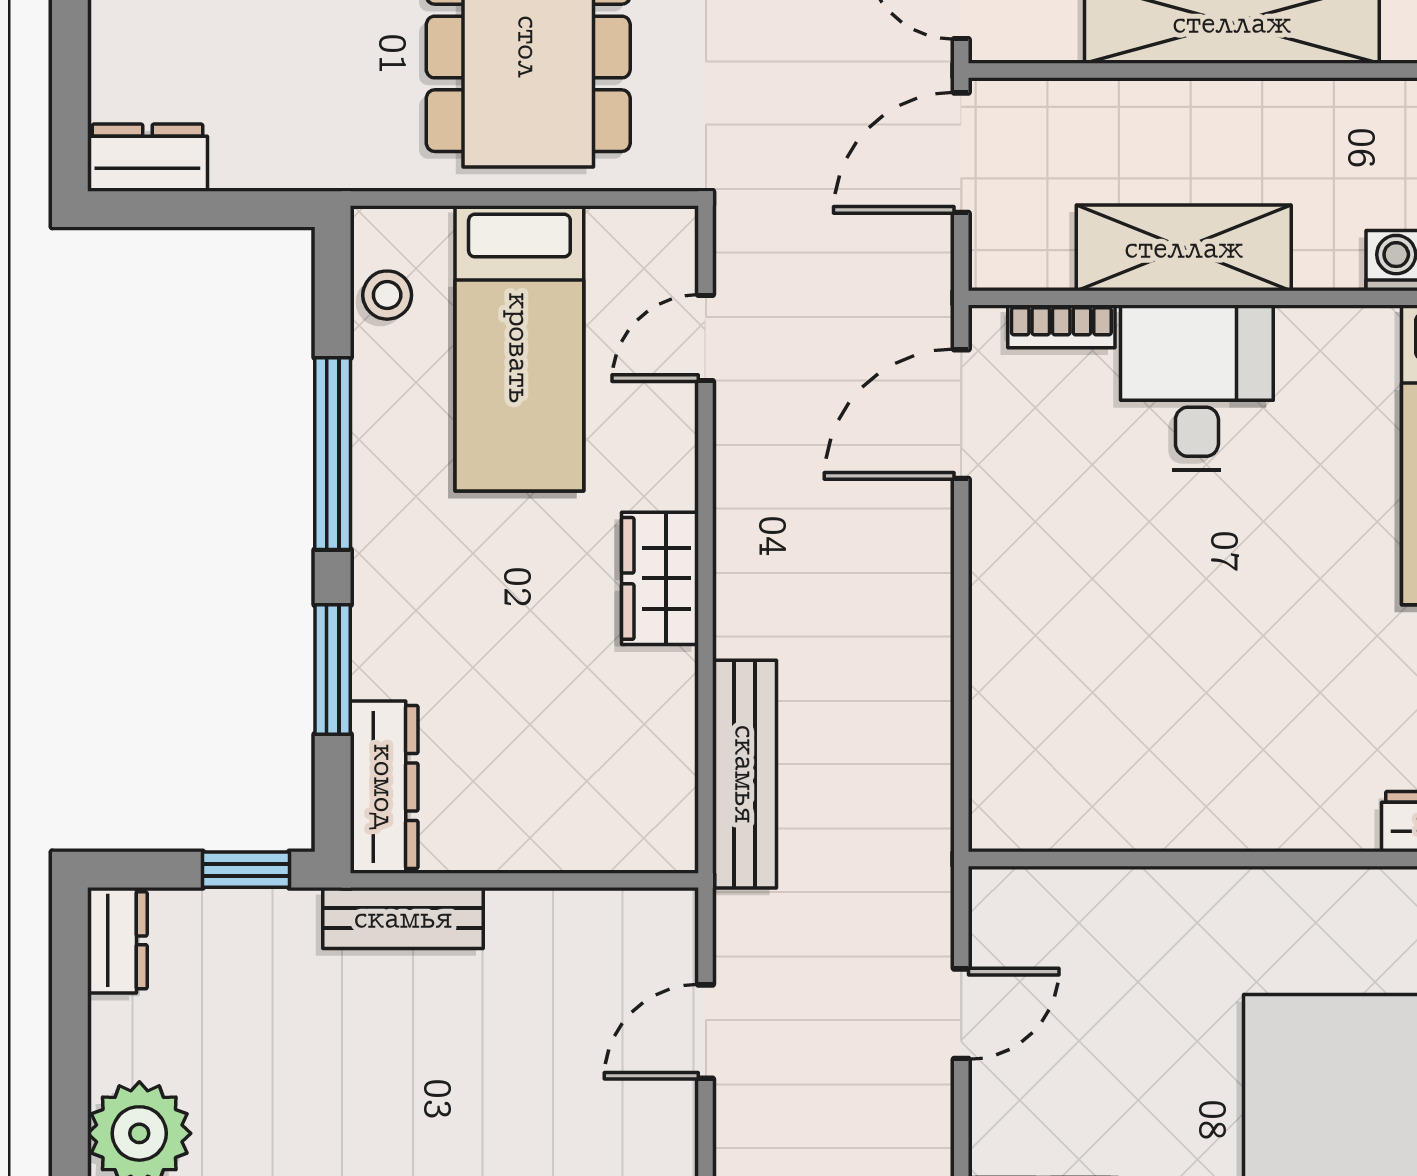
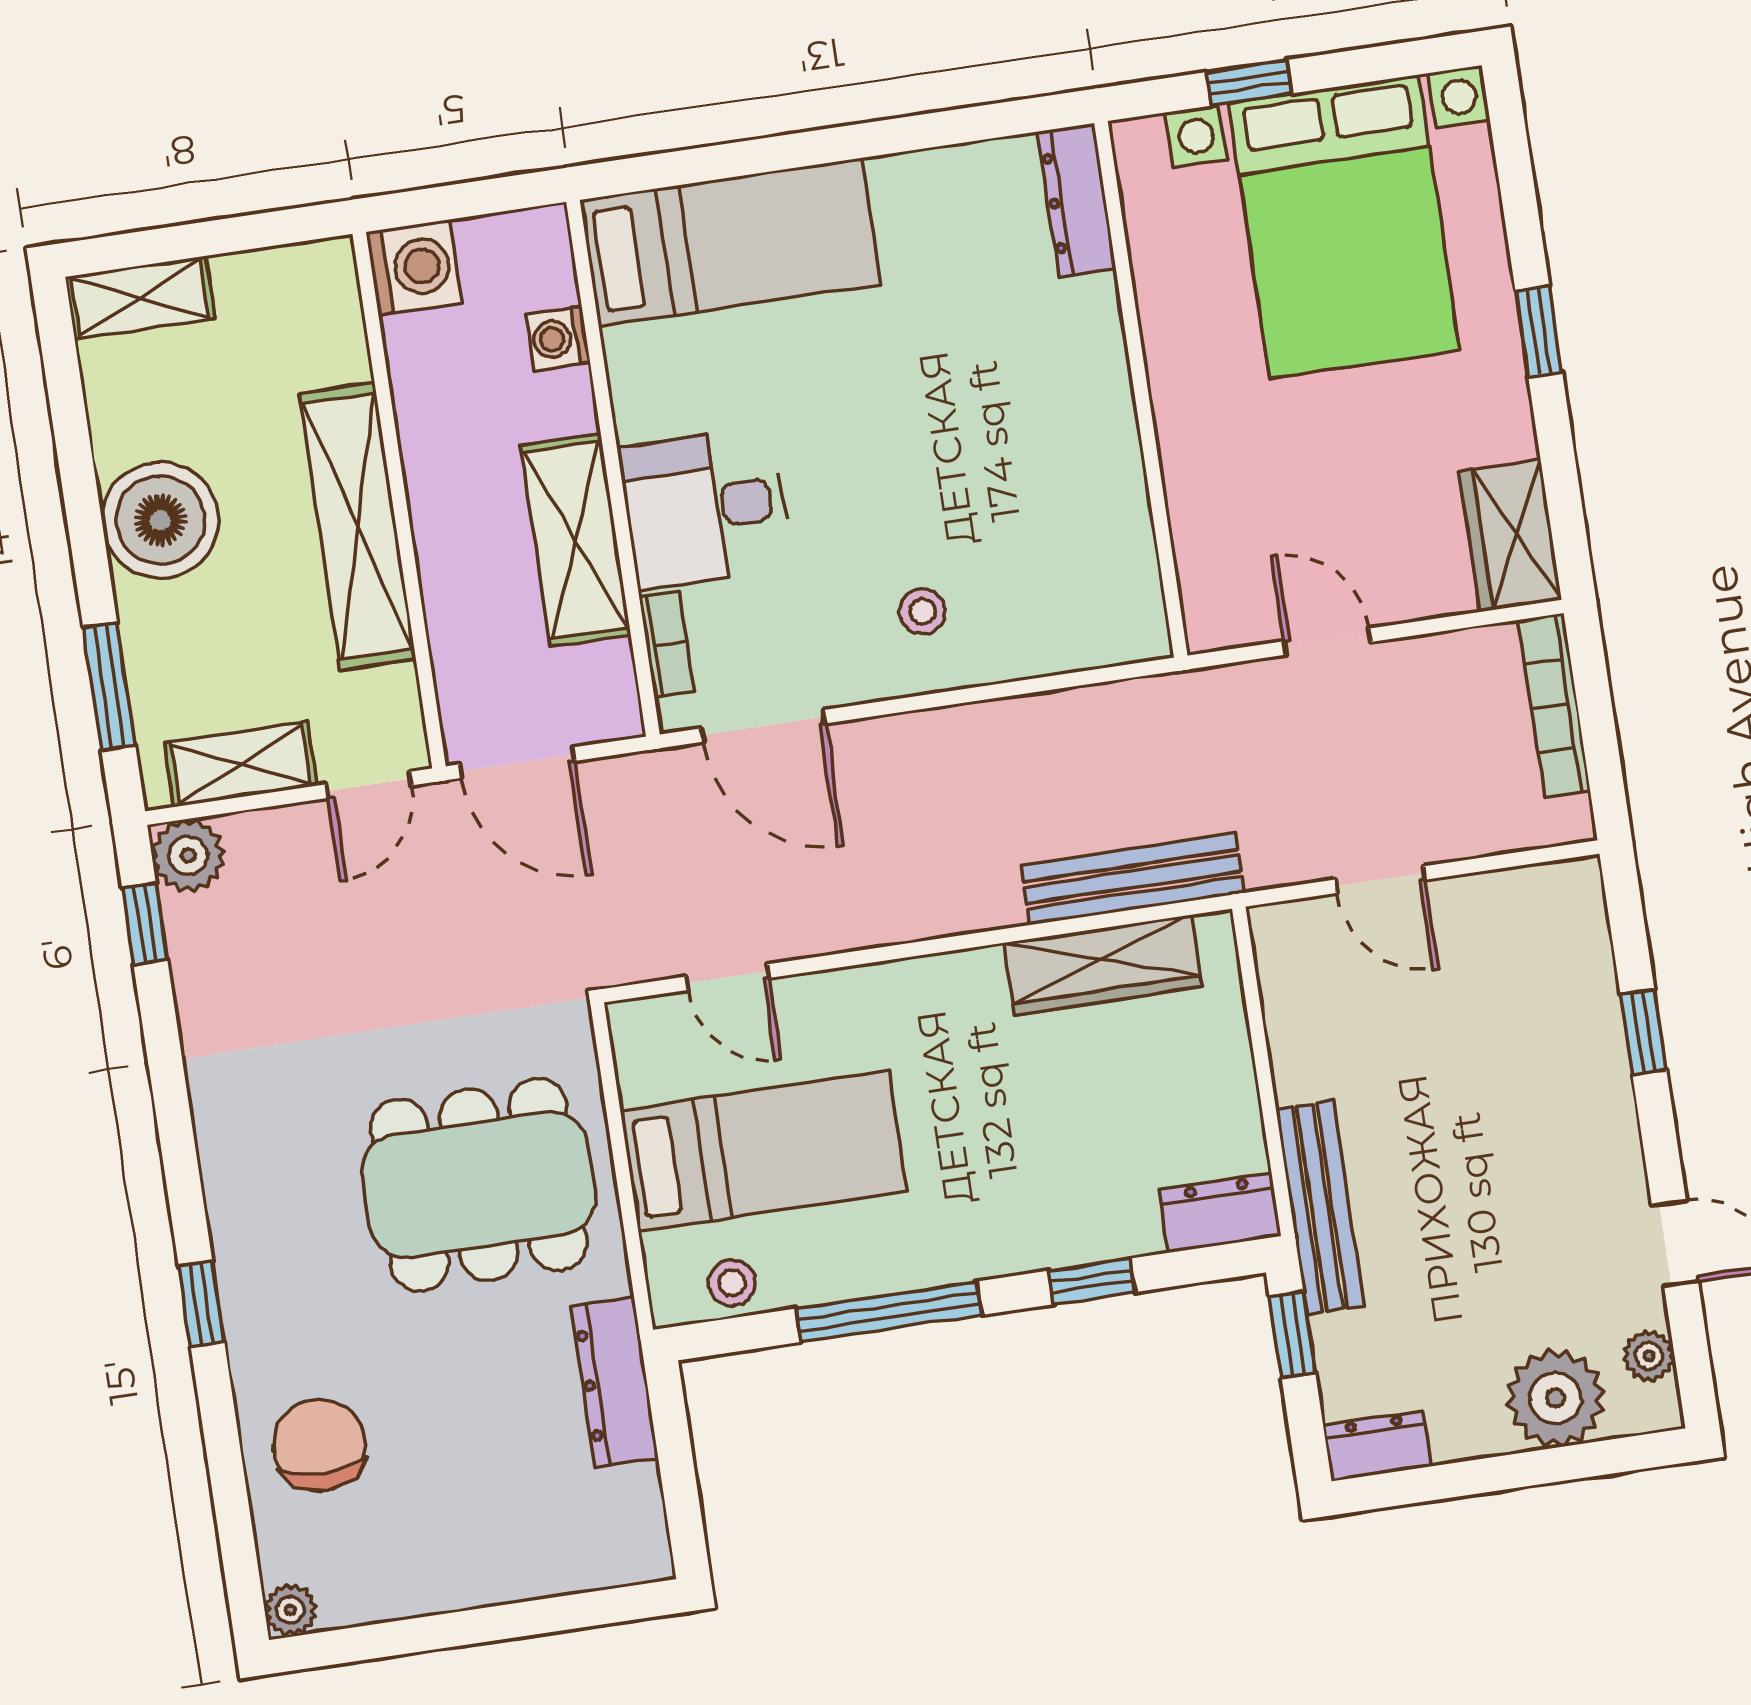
dresser: (147, 158) -> (615, 1382), moved, width x1.44
wardrobe: (660, 578) -> (1103, 965), moved, width x1.50
stool: (1055, 598) -> (923, 611), added
window: (333, 669) -> (1092, 1281), width x0.67
dresser: (384, 787) -> (1220, 1213), width x0.70
bench: (403, 918) -> (1320, 1208), width x1.36

